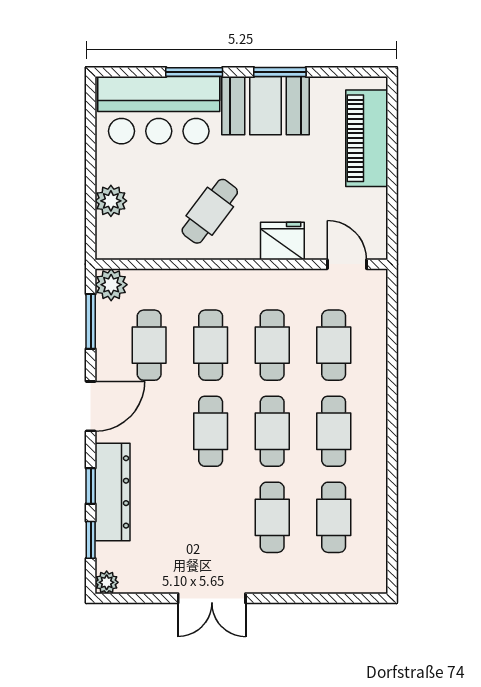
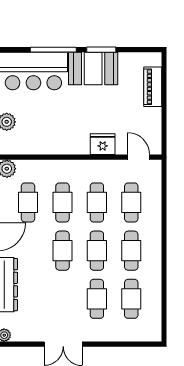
window: (194, 72) -> (53, 50), width x1.44
piano: (367, 138) -> (153, 87), width x0.73, depth x0.75
cafe table: (210, 211) -> (62, 128), removed

